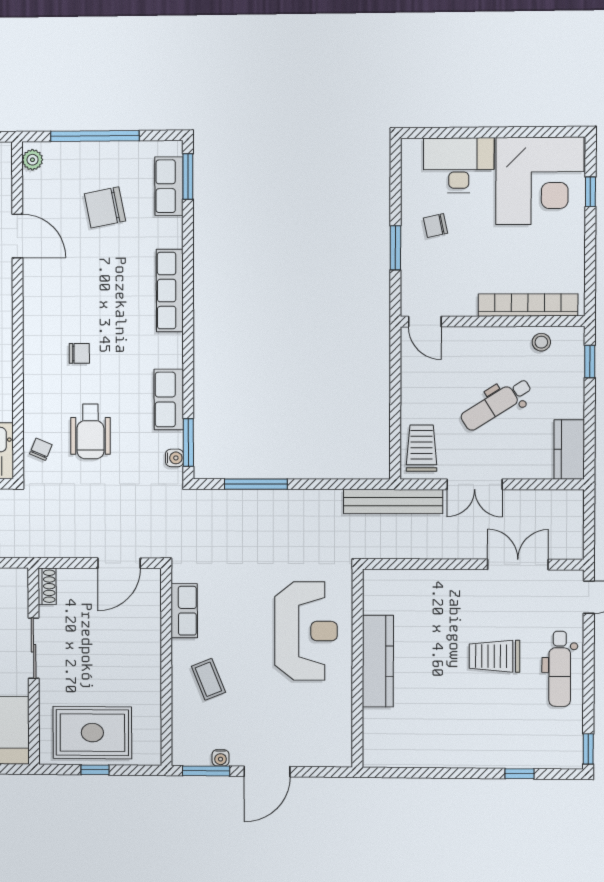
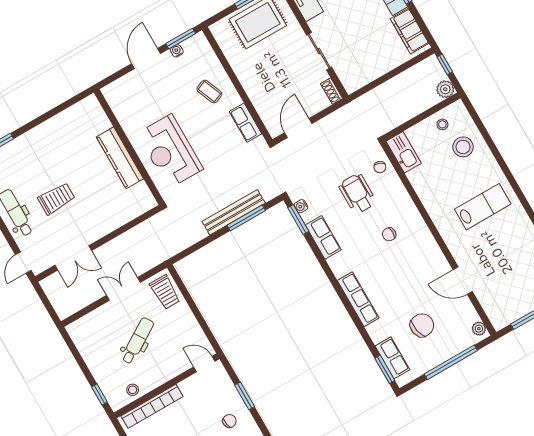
kitchen counter: (569, 449) -> (82, 339), removed
bench: (393, 502) -> (234, 212), moved

